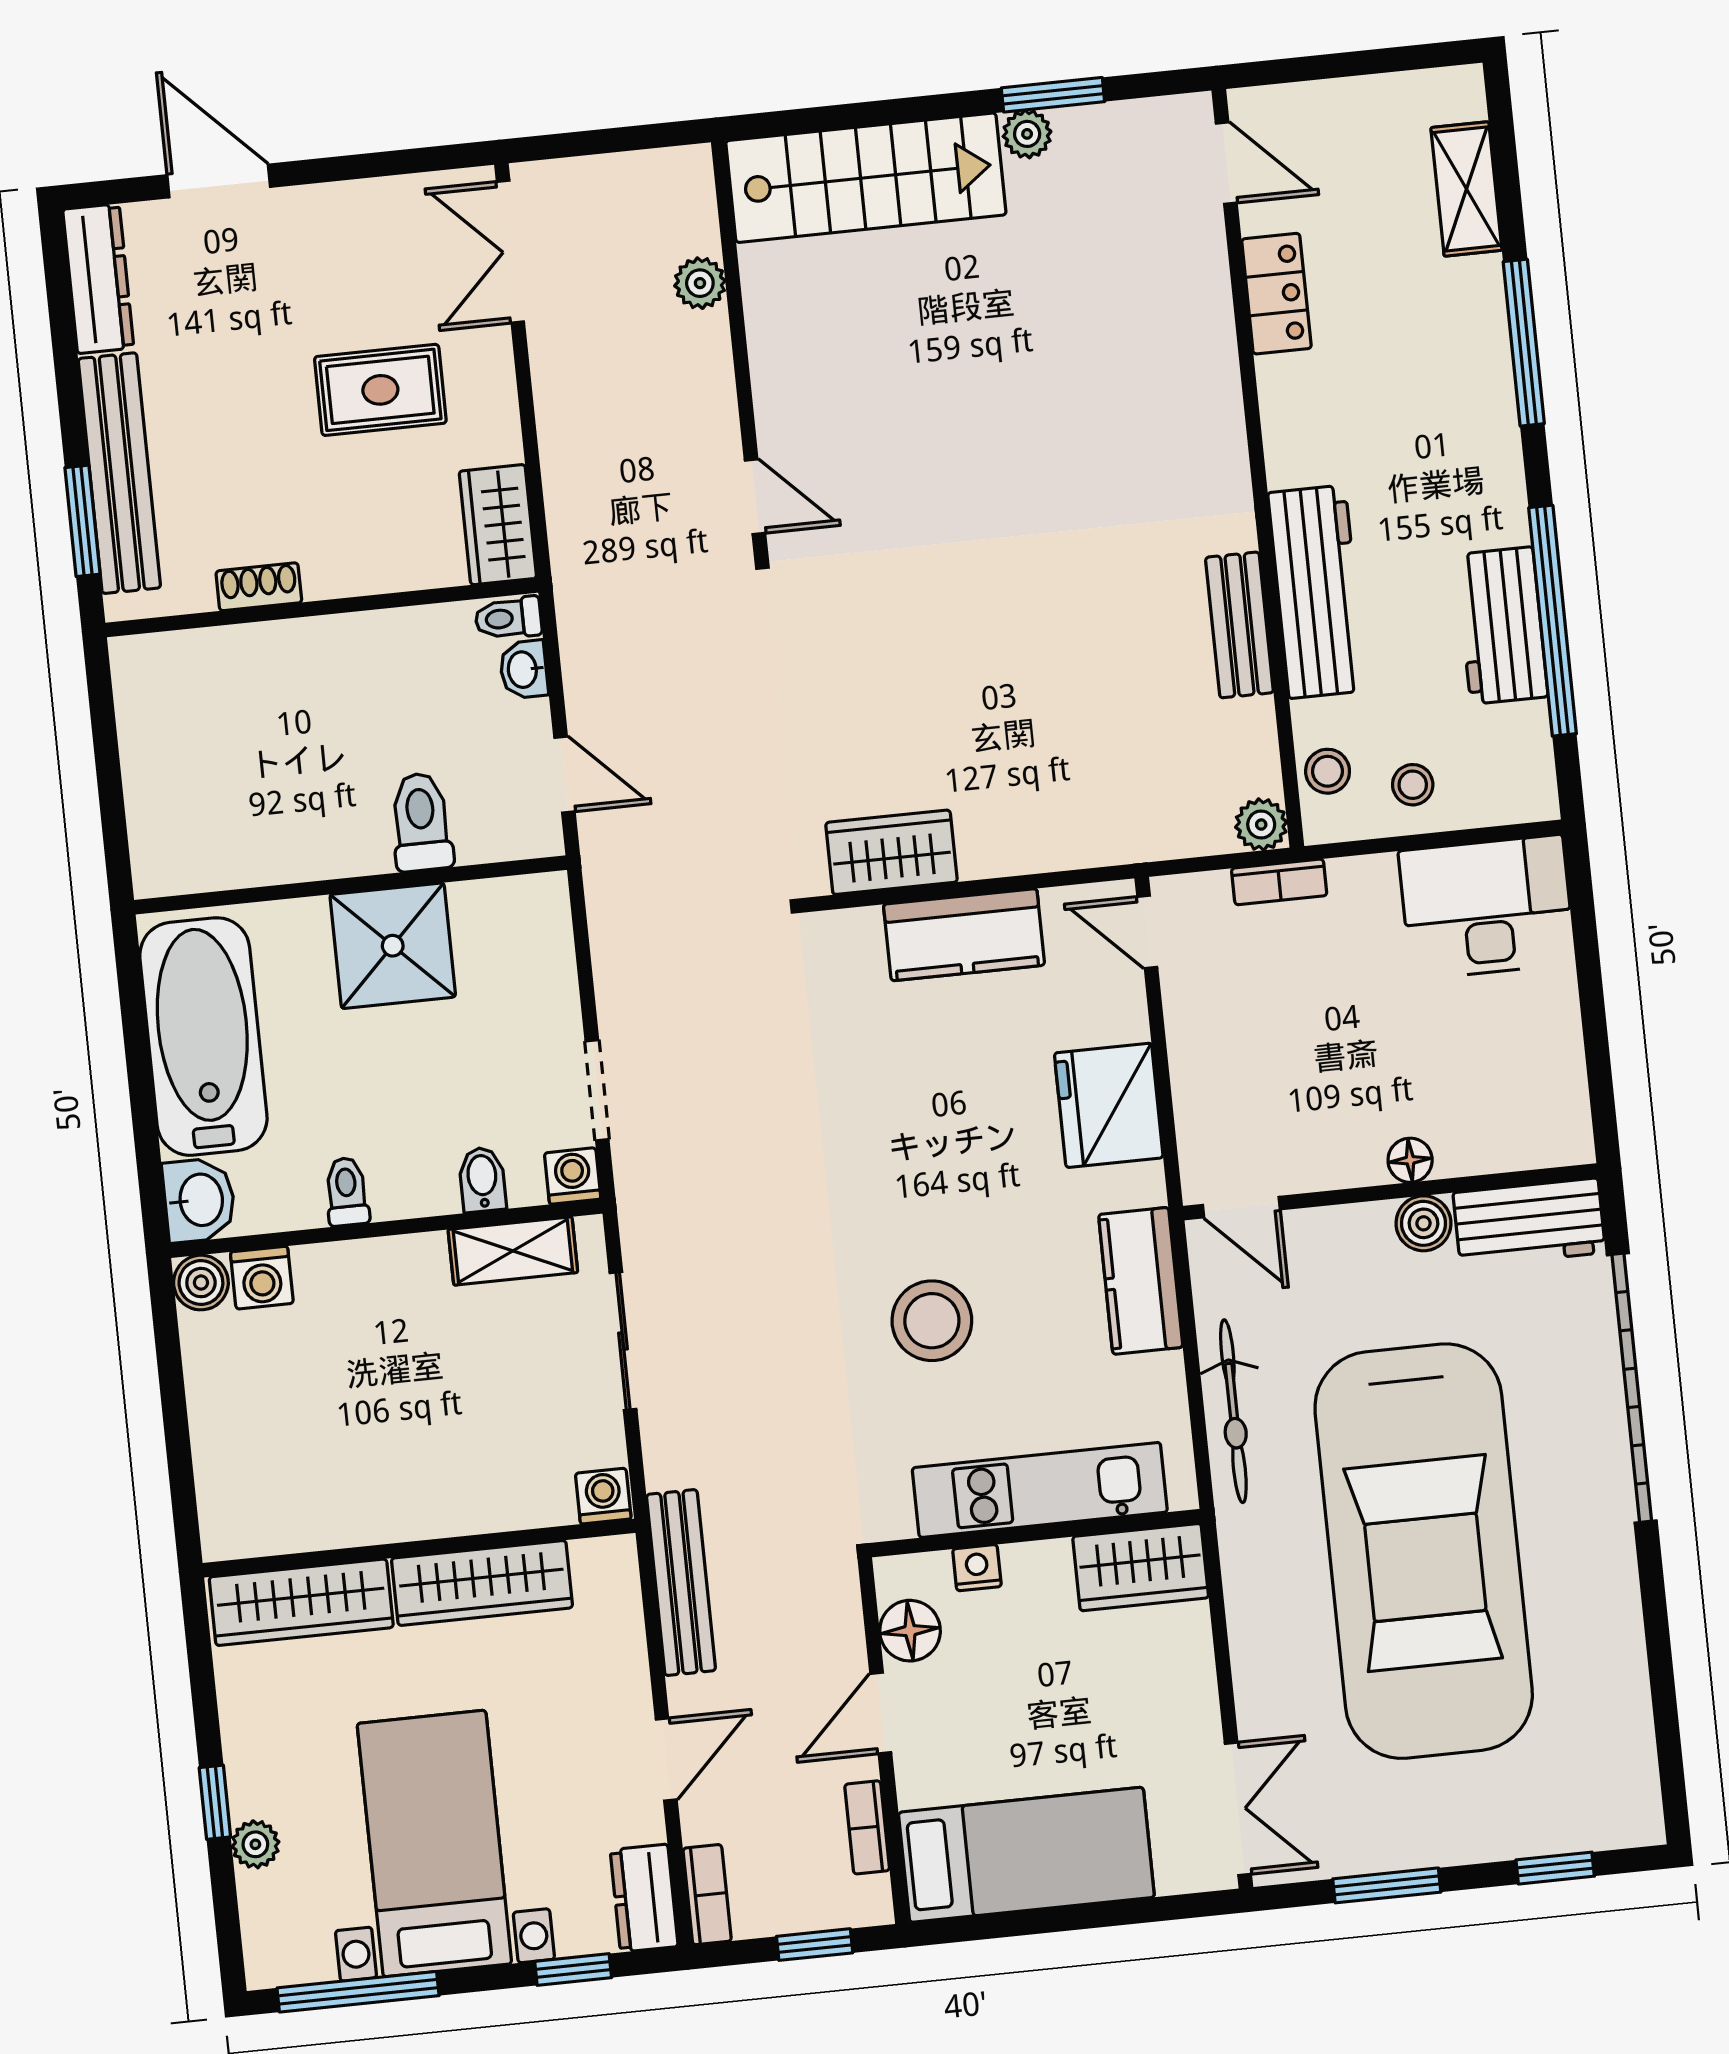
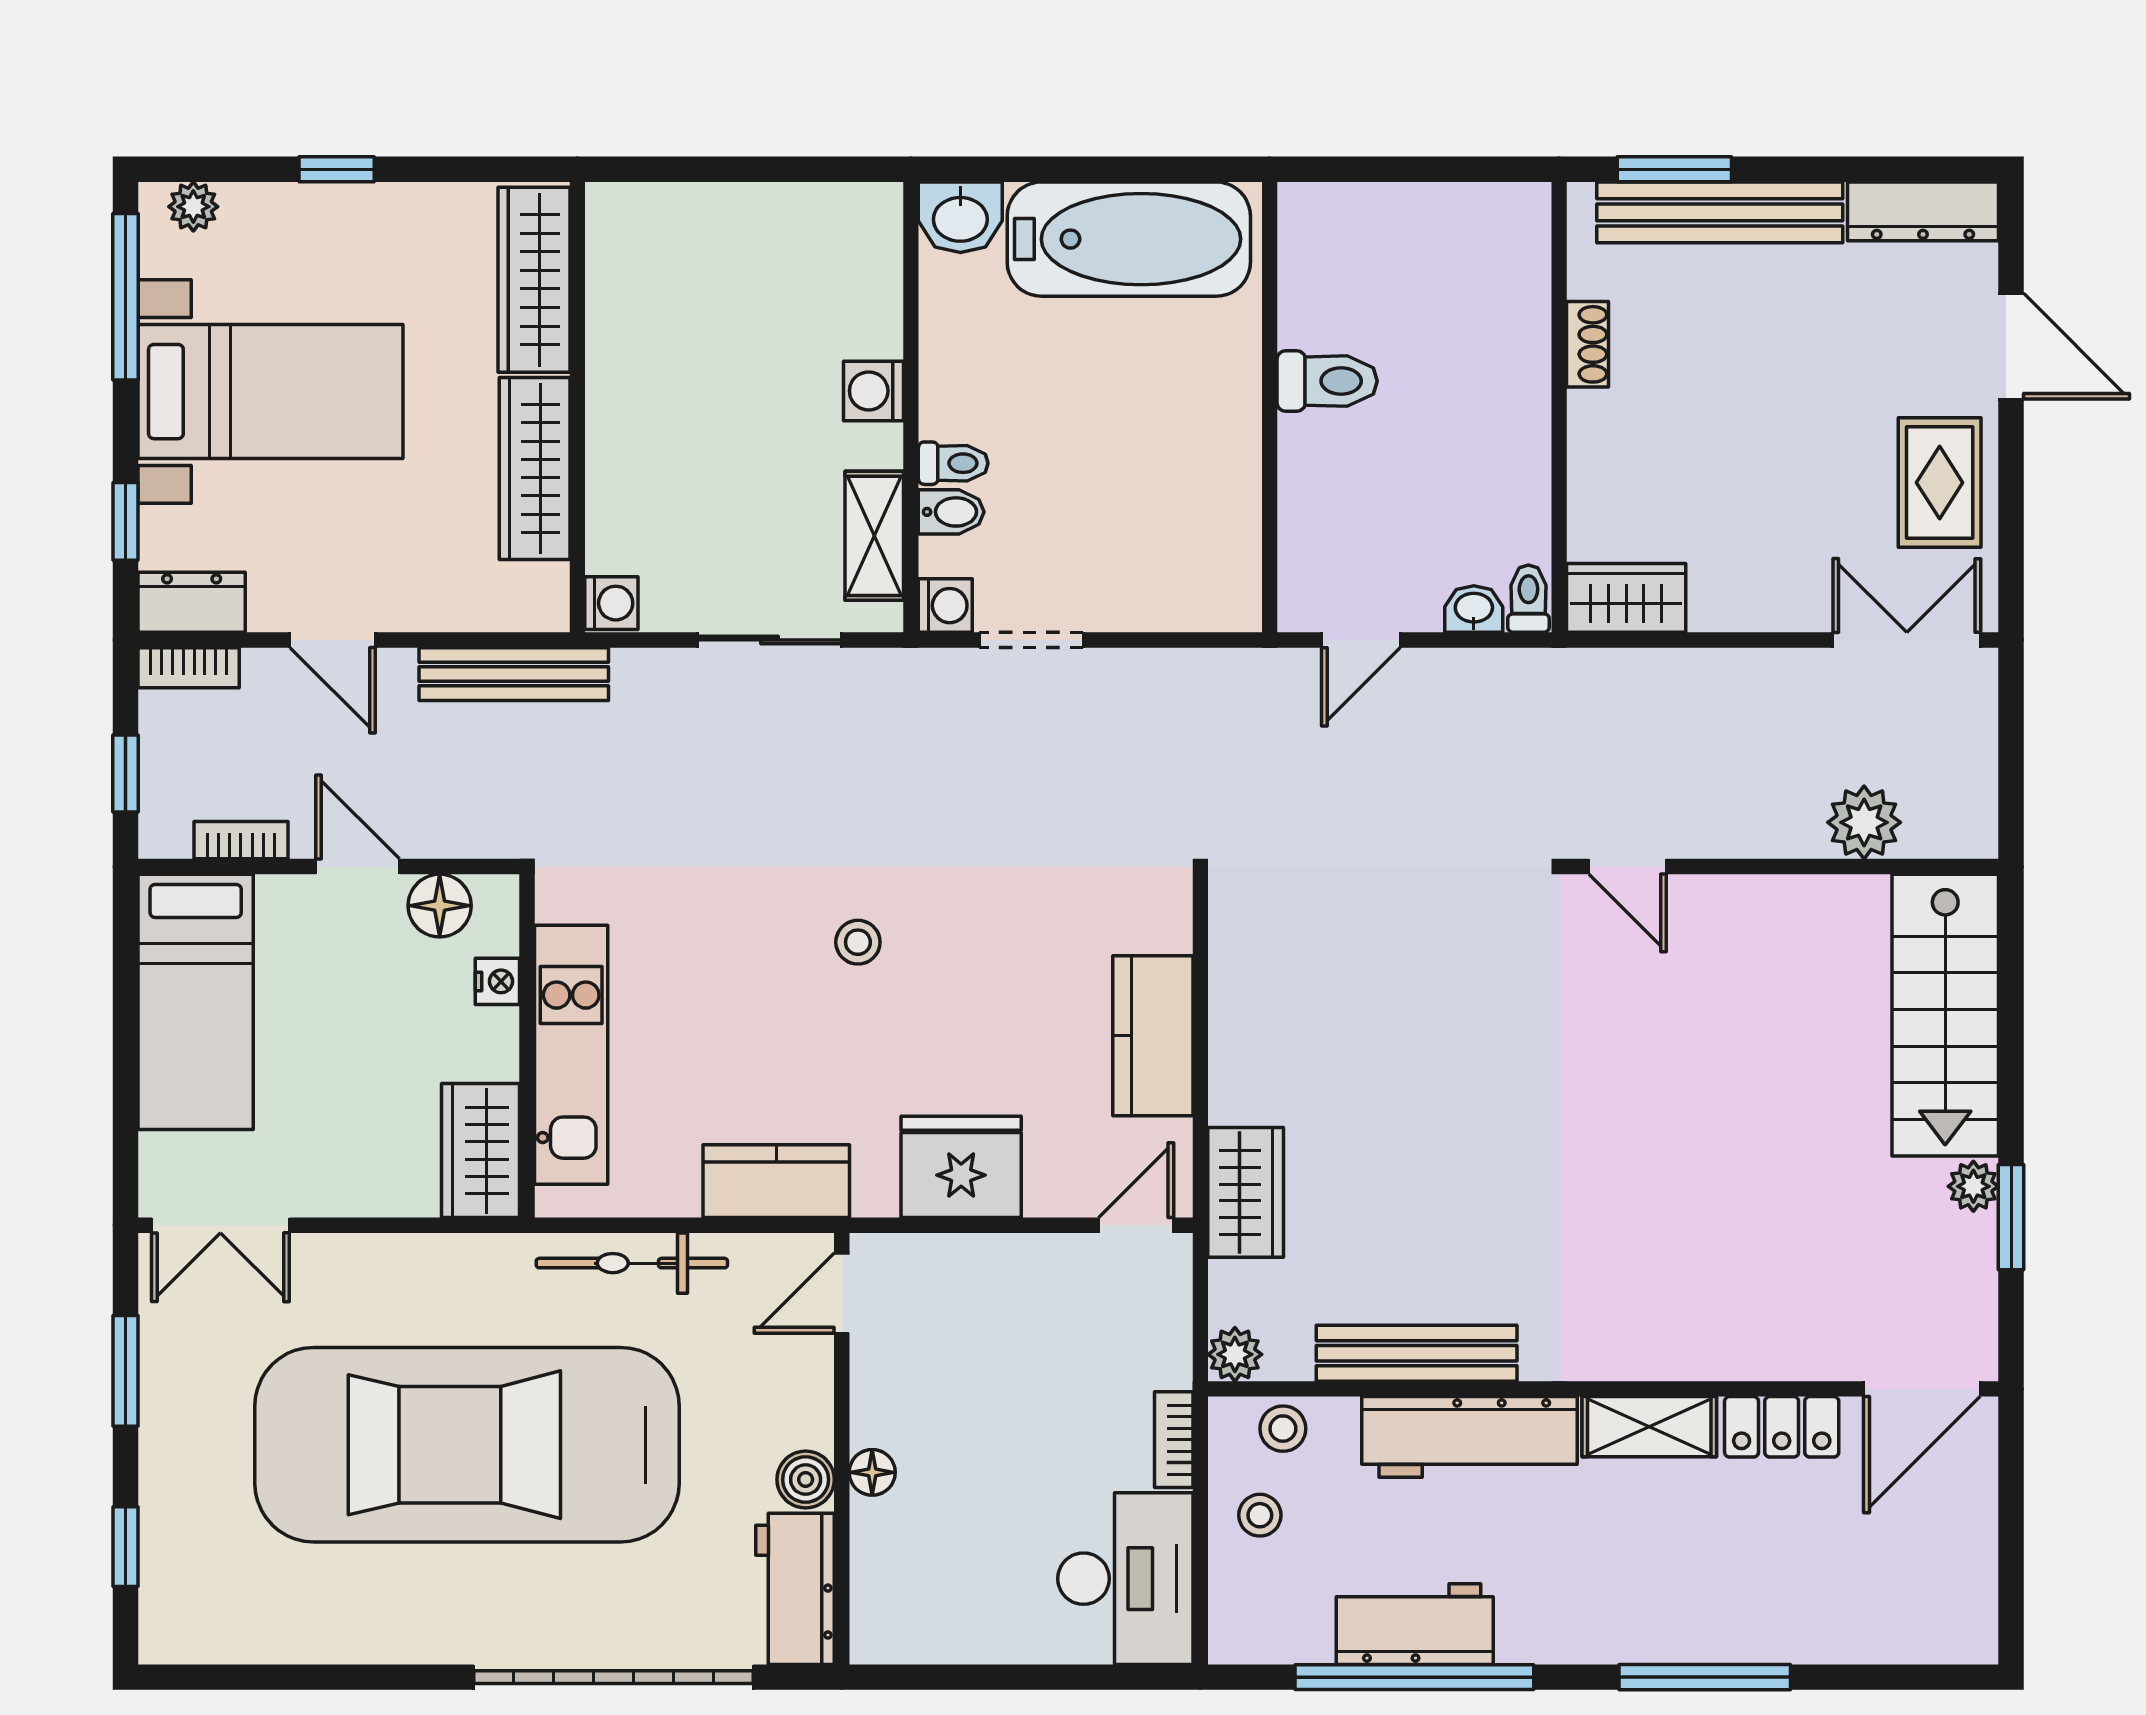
door: (1226, 163) -> (1922, 1389), width x1.38
door: (219, 181) -> (2011, 346), hinge flipped
shelving: (1466, 189) -> (1649, 1427), moved
plant: (700, 283) -> (1864, 822), width x1.38, depth x1.38
rug: (380, 390) -> (1940, 483), moved
door: (755, 497) -> (1628, 867), hinge flipped
bench: (1239, 625) -> (1417, 1353), width x1.36
toilet: (421, 822) -> (1327, 381), moved
wardrobe: (891, 852) -> (1246, 1192), moved
bookcase: (1279, 882) -> (1174, 1440), moved
shower: (393, 946) -> (1202, 444), removed
toilet: (347, 1192) -> (953, 463), moved
washing machine: (262, 1278) -> (873, 391), moved
boiler: (201, 1283) -> (875, 210), removed
stool: (932, 1321) -> (858, 942), moved, width x0.53, depth x0.53
plant: (255, 1844) -> (193, 207), moved

